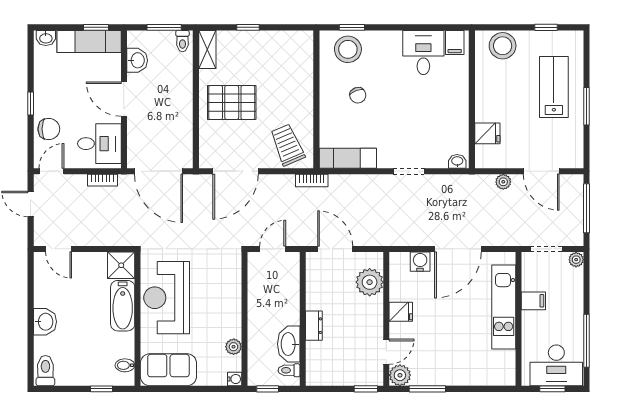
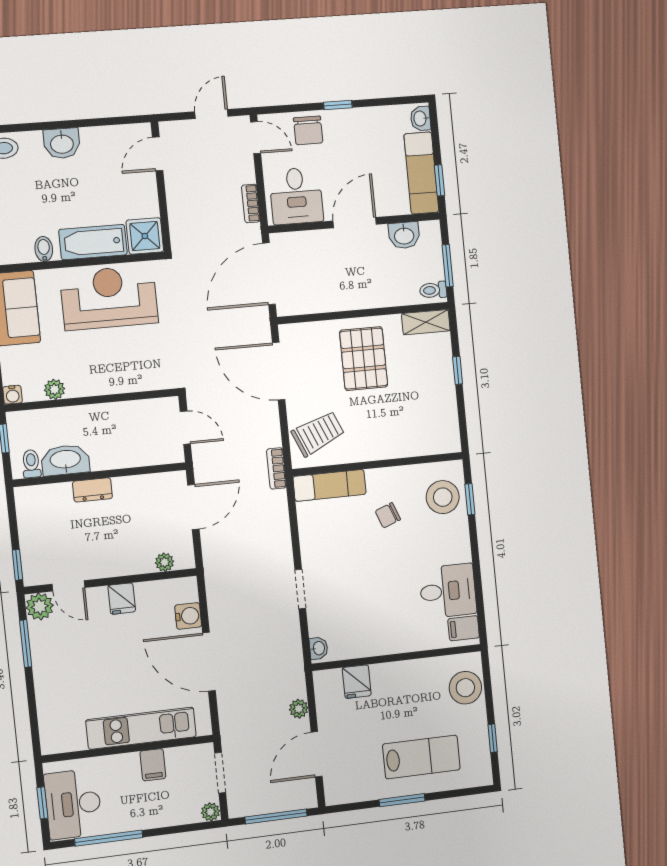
exam couch: (348, 158) -> (330, 485), moved, turned 90
plant: (370, 282) -> (165, 562), width x0.53, depth x0.53
bidet: (125, 365) -> (44, 249), moved

